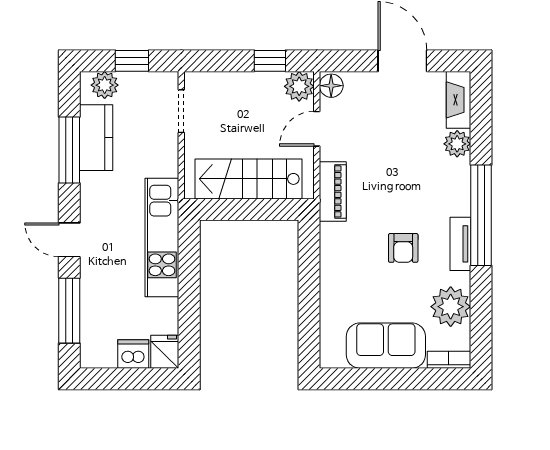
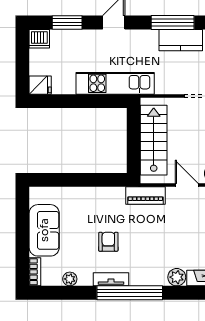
armchair: (403, 248) -> (108, 242), turned 90
plant: (451, 307) -> (70, 279), width x0.53, depth x0.53
window: (69, 311) -> (67, 22), width x0.69
dishwasher: (133, 354) -> (39, 39), moved, turned 90

